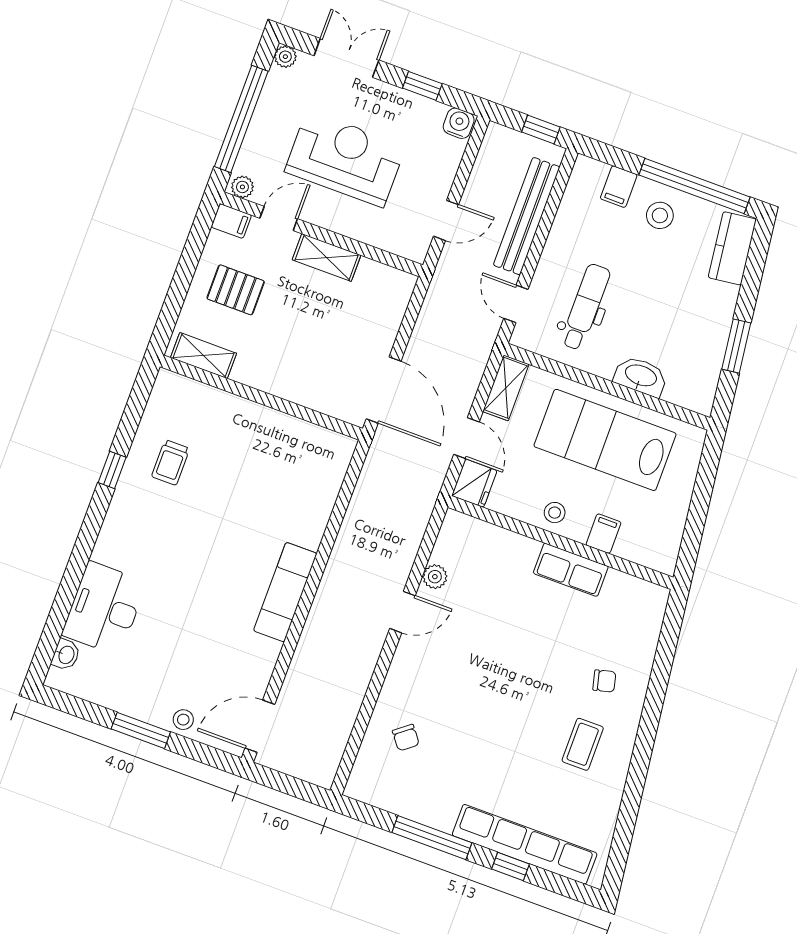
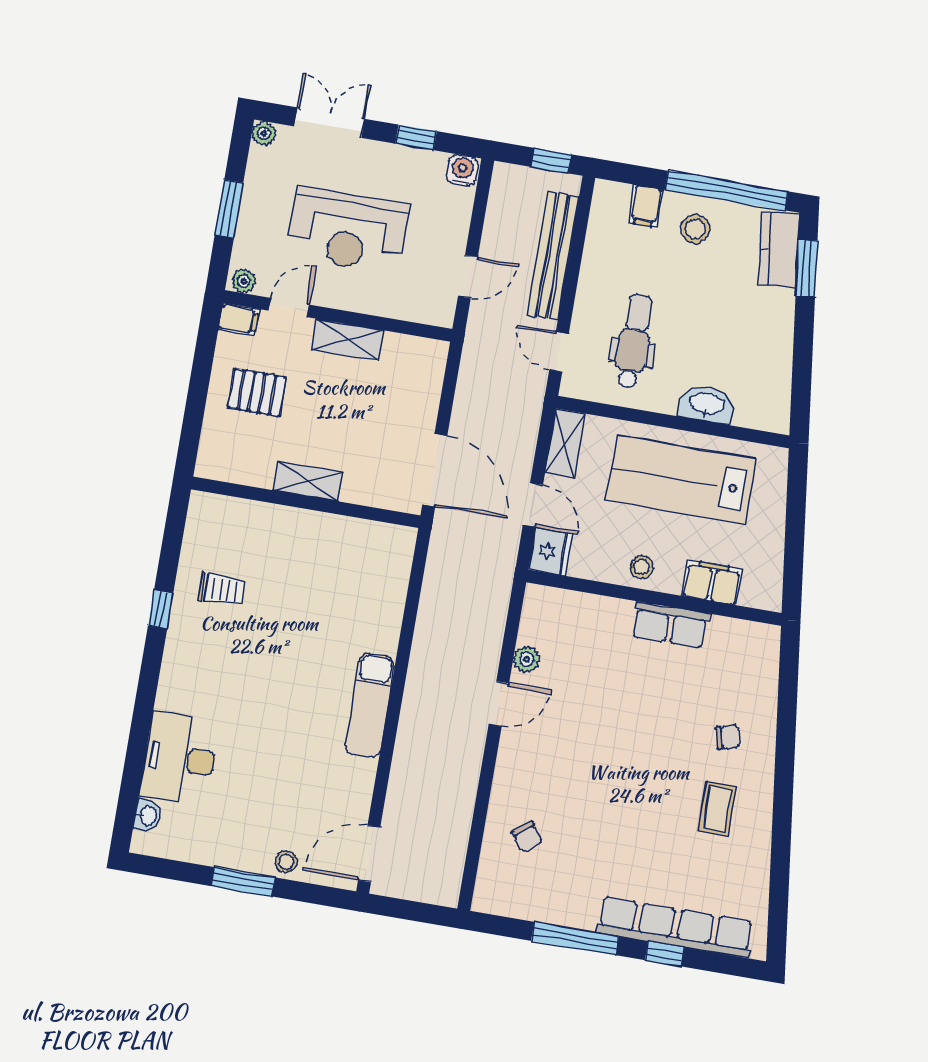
window: (241, 119) -> (229, 209), width x0.47
reception desk: (345, 159) -> (348, 231), turned 180
window: (736, 346) -> (807, 268), moved
shelving: (204, 356) -> (308, 481), moved
trolley: (171, 462) -> (222, 590), turned -90
filing cabinet: (604, 534) -> (712, 582), width x2.00

